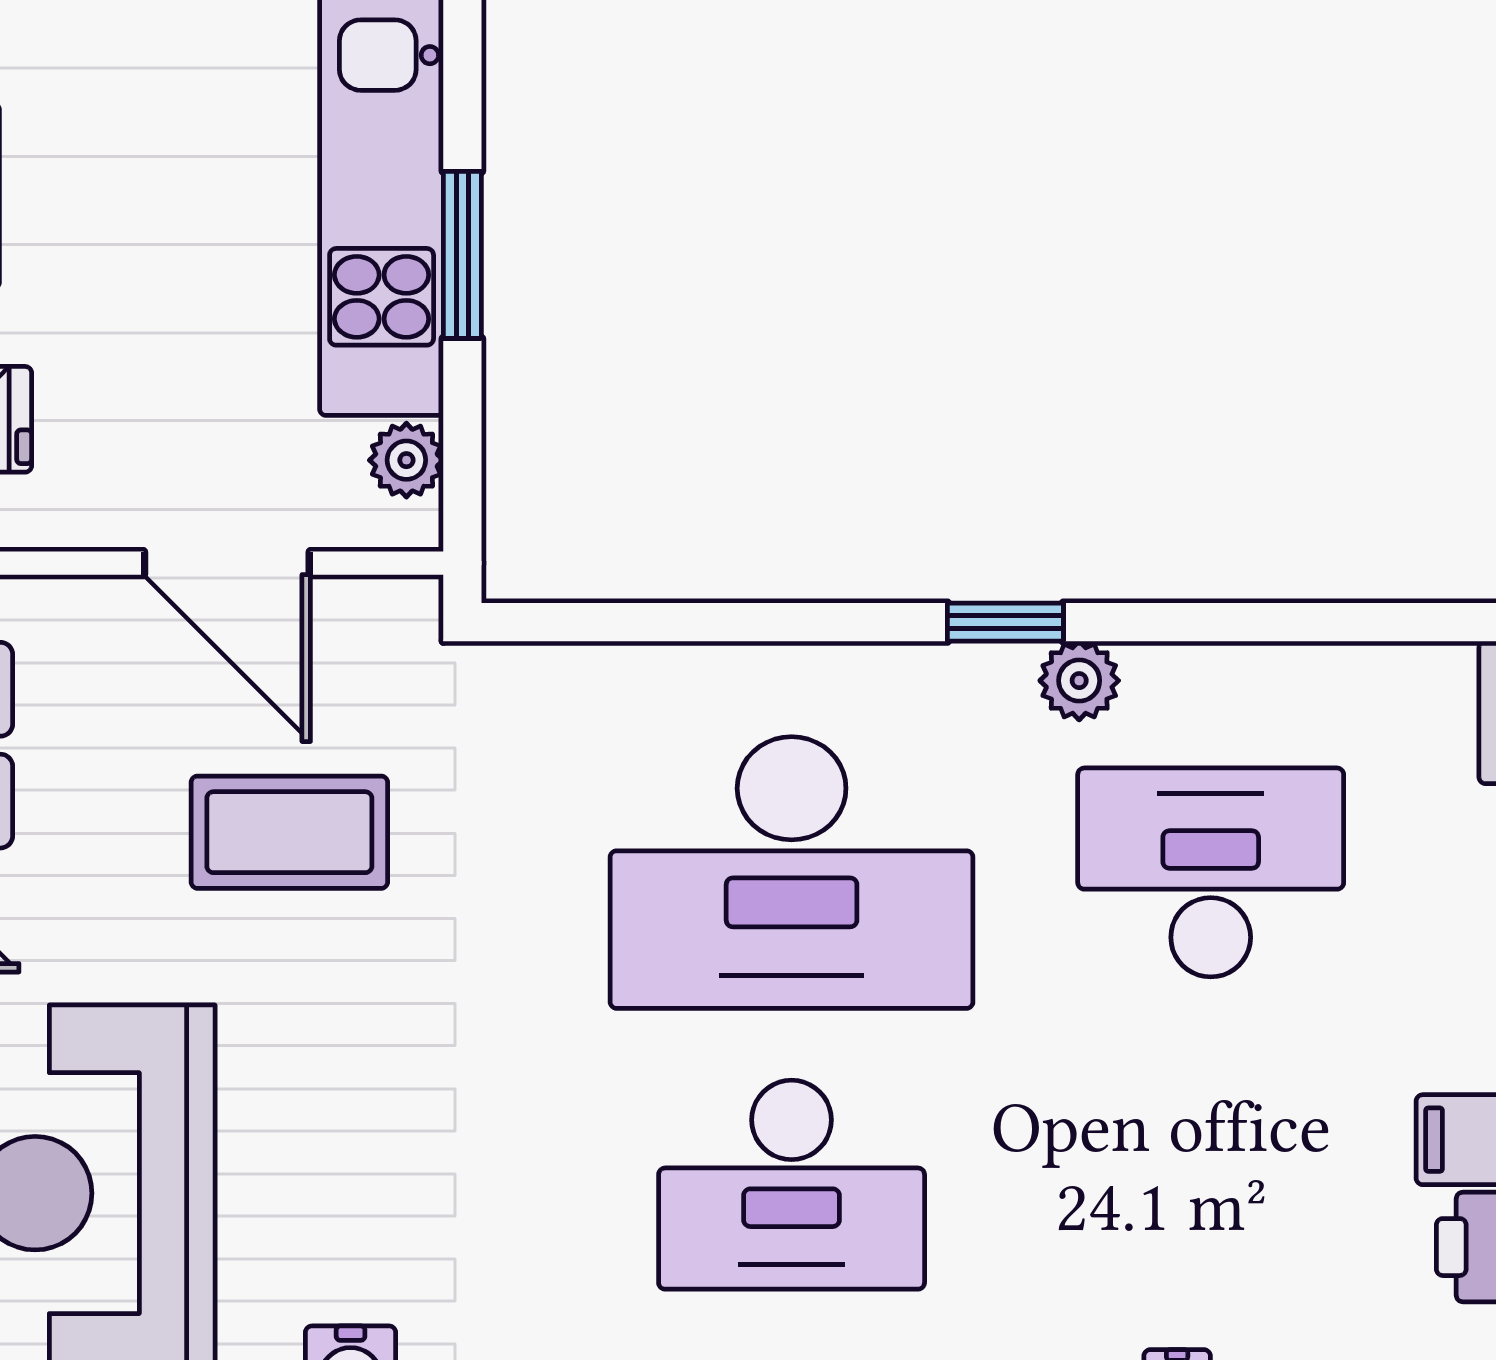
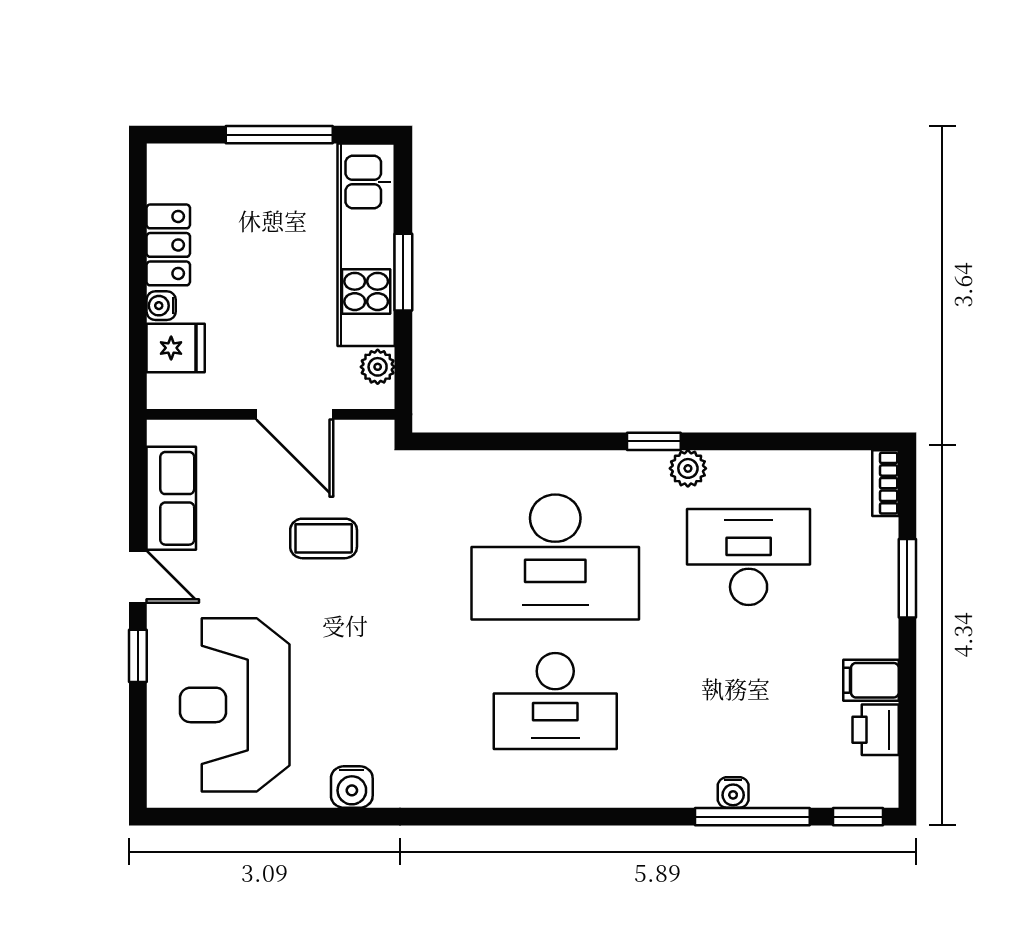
coffee table: (289, 832) -> (324, 538), width x0.73, depth x0.77

